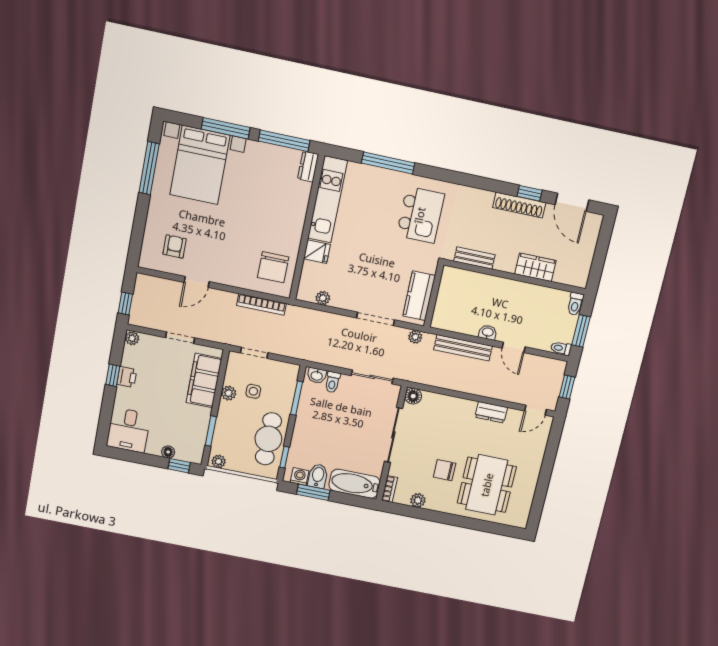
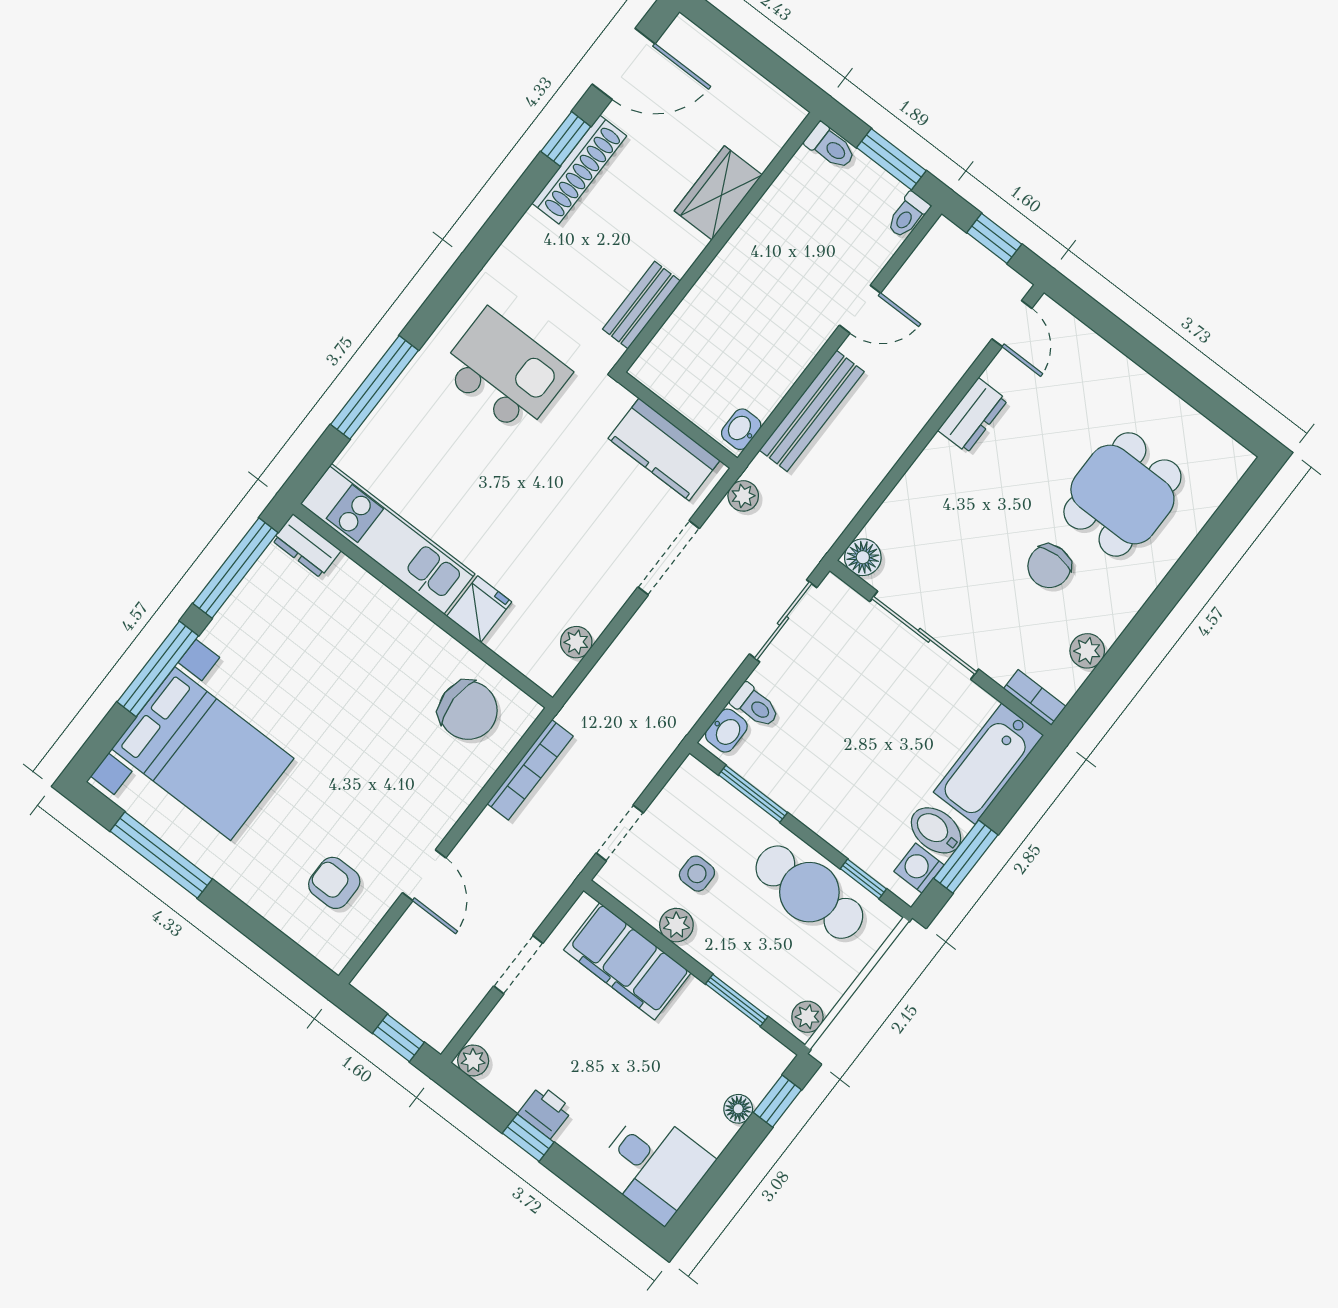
washbasin: (488, 332) -> (741, 429), moved
dining table: (487, 485) -> (1122, 494), width x0.73

